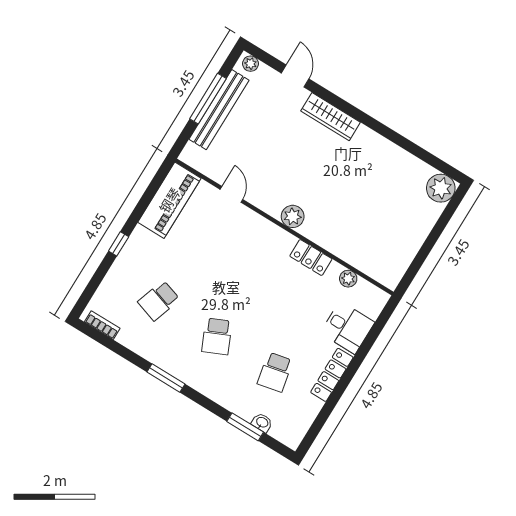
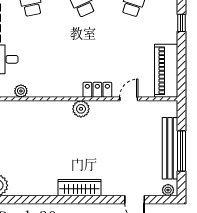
wardrobe: (331, 117) -> (79, 188), moved
door: (231, 194) -> (129, 99), swing flipped
locker: (311, 257) -> (97, 90), moved

